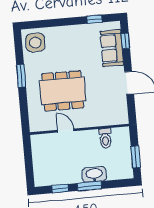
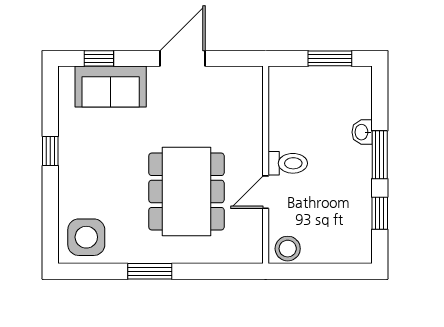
window: (95, 19) -> (50, 151), moved
toilet: (105, 138) -> (288, 163), moved
stool: (38, 144) -> (288, 249), added
washbasin: (94, 174) -> (362, 132), width x0.52, depth x0.69

